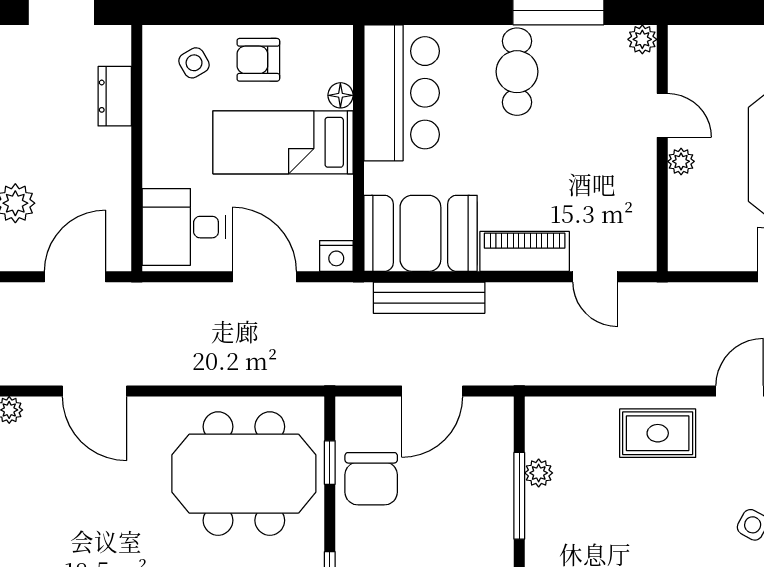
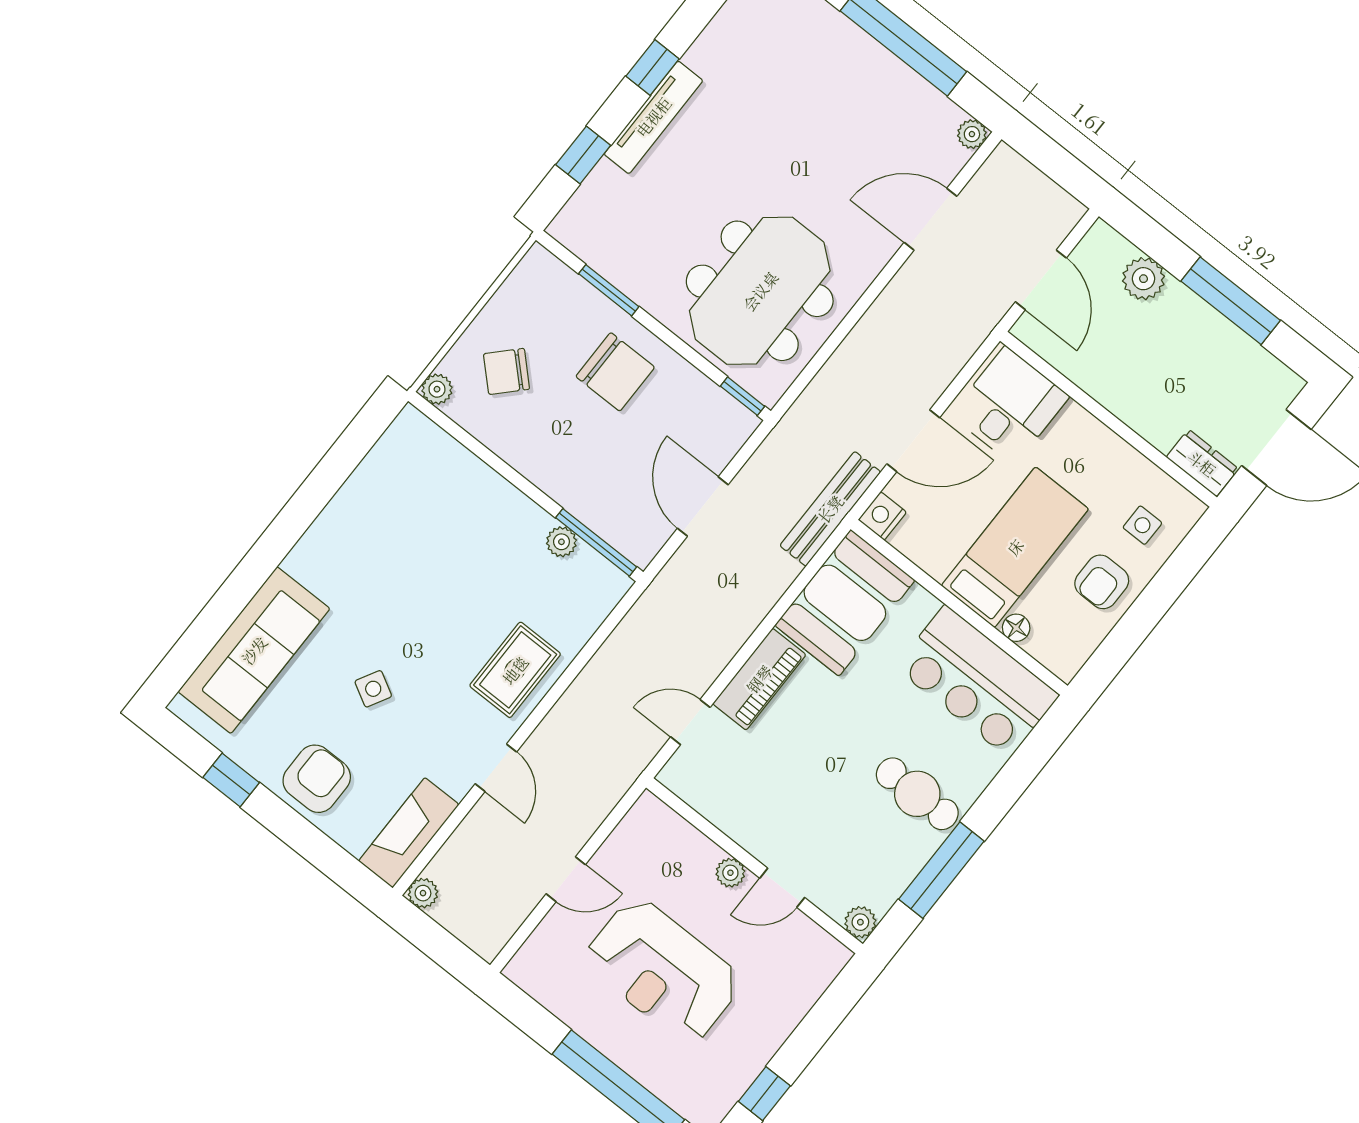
armchair: (258, 60) -> (1102, 582), turned 180
side table: (194, 63) -> (1142, 525), turned 30
dresser: (115, 96) -> (1202, 463), moved
bench: (429, 298) -> (830, 509), moved
window: (330, 463) -> (742, 396), moved
chair: (371, 479) -> (615, 372), moved, turned 180
window: (519, 496) -> (596, 542), moved

